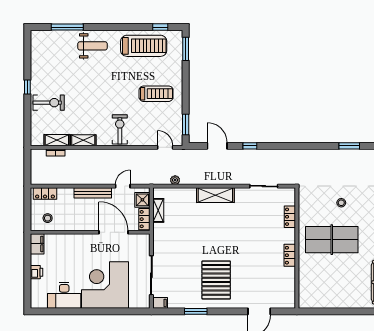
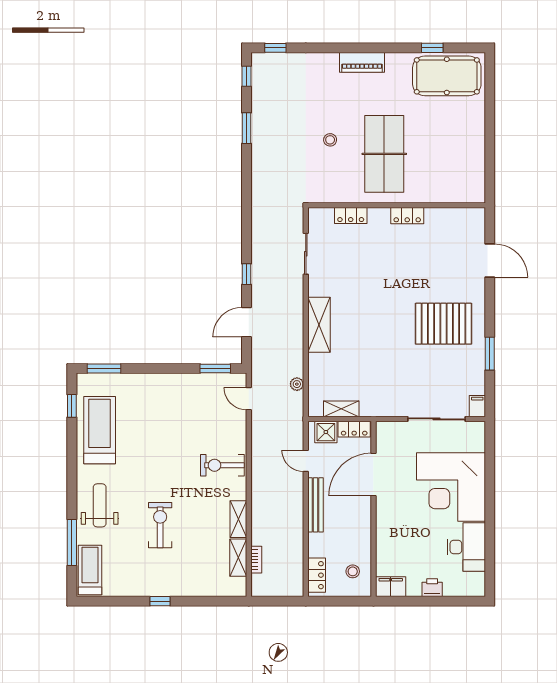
treadmill: (156, 94) -> (90, 570), moved
exercise bike: (49, 103) -> (160, 525), moved
door: (165, 147) -> (249, 399), hinge flipped

